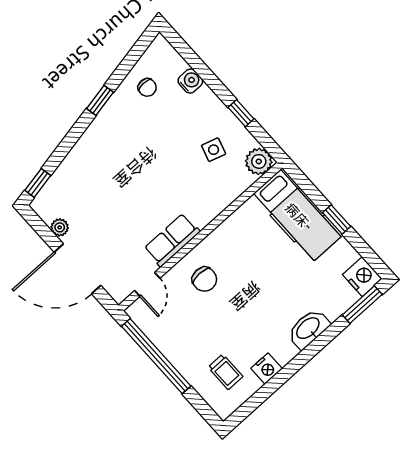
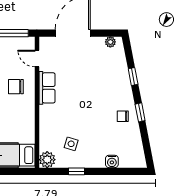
chair: (147, 87) -> (123, 116), moved
window: (38, 183) -> (133, 76), moved
plant: (60, 227) -> (110, 42), moved

